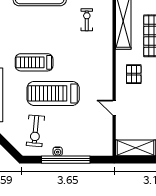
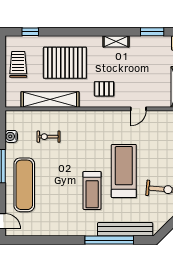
treadmill: (53, 93) -> (124, 171), turned 180

